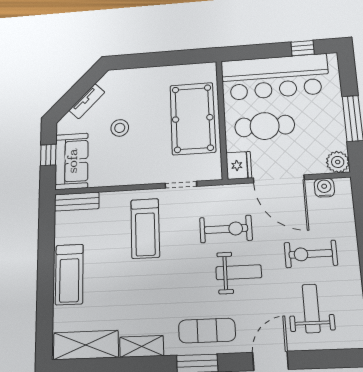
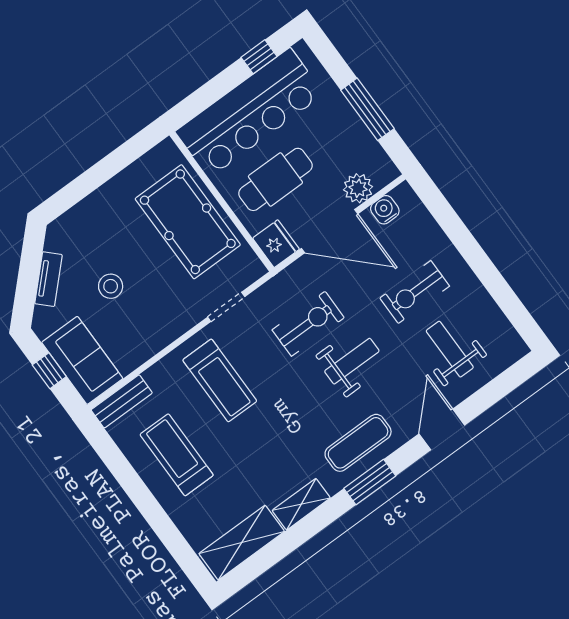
plant: (338, 162) -> (358, 188), moved
treadmill: (69, 274) -> (177, 455), moved, turned 180

